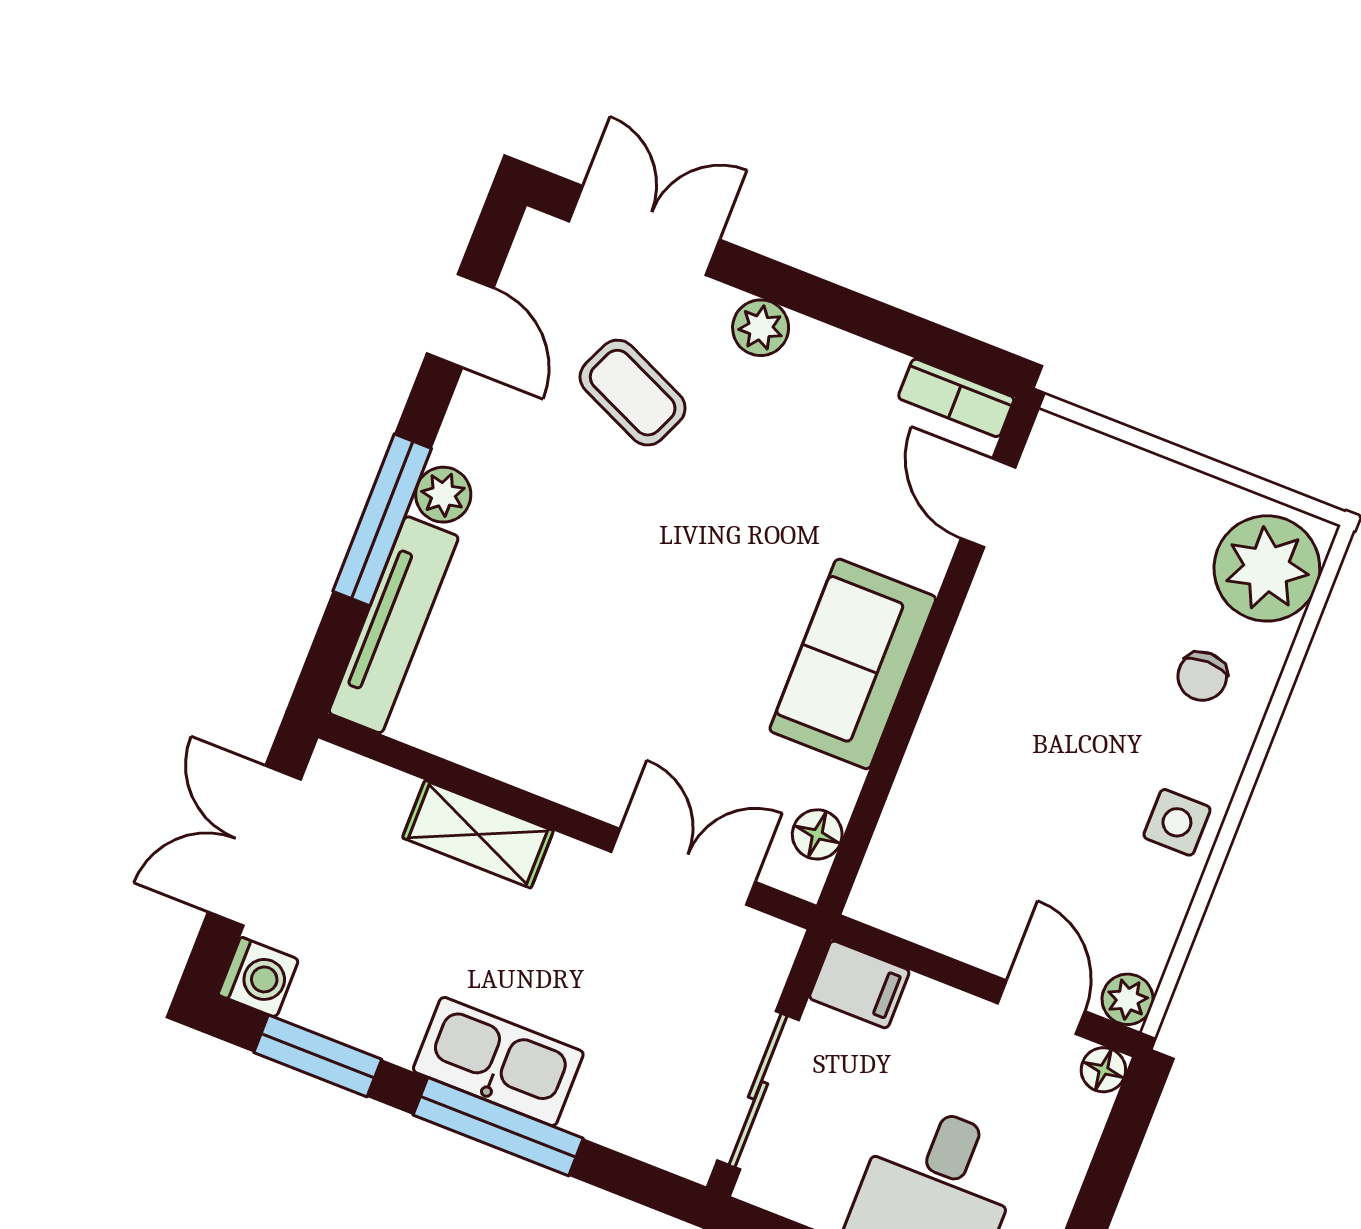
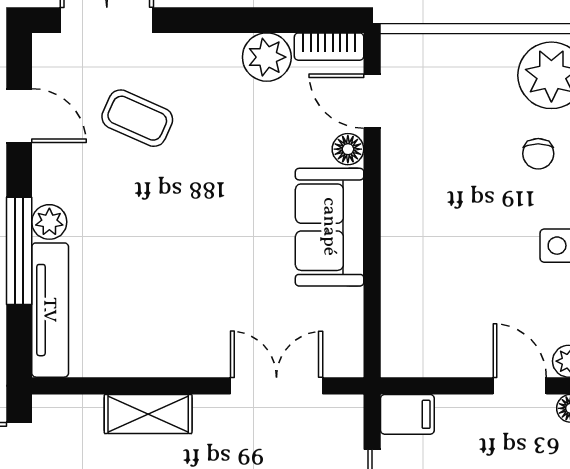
plant: (761, 328) -> (267, 57), moved, width x1.38, depth x1.38
floor lamp: (817, 834) -> (348, 149), moved

